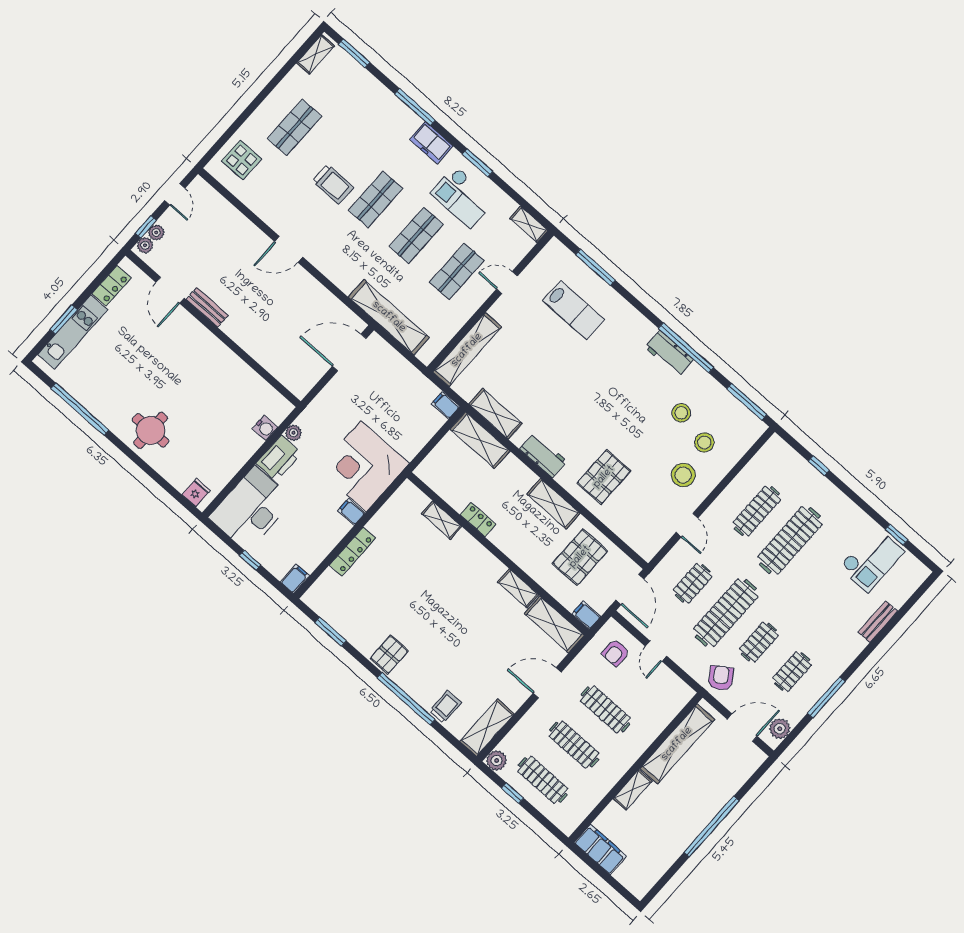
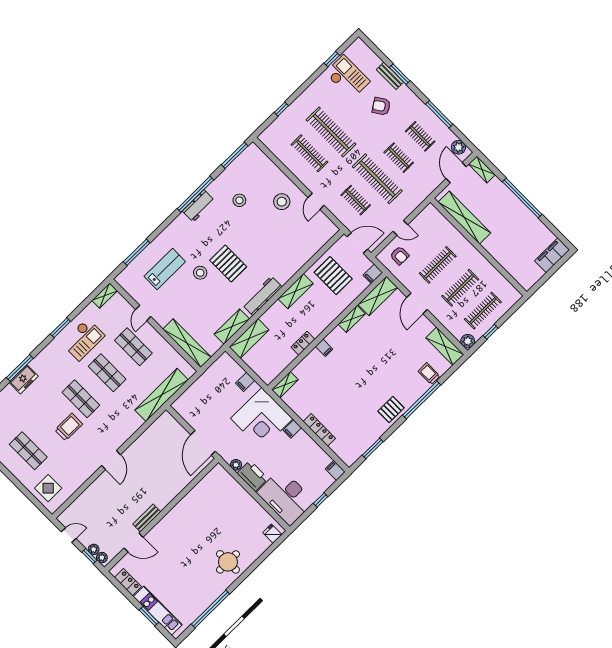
freezer: (431, 143) -> (24, 379), moved
door: (349, 352) -> (203, 443), moved
filing cabinet: (445, 405) -> (245, 382), moved
water cooler: (265, 428) -> (231, 484), removed
stool: (704, 442) -> (200, 273), moved
workbench: (543, 455) -> (262, 296), width x1.38
pallet: (604, 477) -> (228, 263), moved
shelving: (441, 520) -> (285, 385), moved
door: (687, 525) -> (316, 201), swing flipped
filing cabinet: (473, 551) -> (324, 348), added
window: (881, 636) -> (400, 74), added
pallet: (389, 655) -> (391, 409), turned 90
armchair: (721, 678) -> (381, 106), moved
shelving: (632, 790) -> (482, 169), moved
filing cabinet: (600, 849) -> (552, 255), moved

